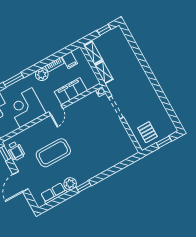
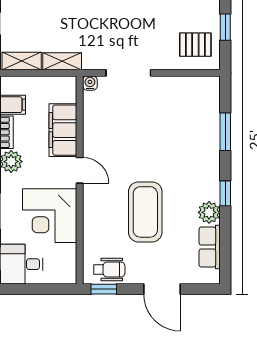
window: (113, 170) -> (225, 132), added

